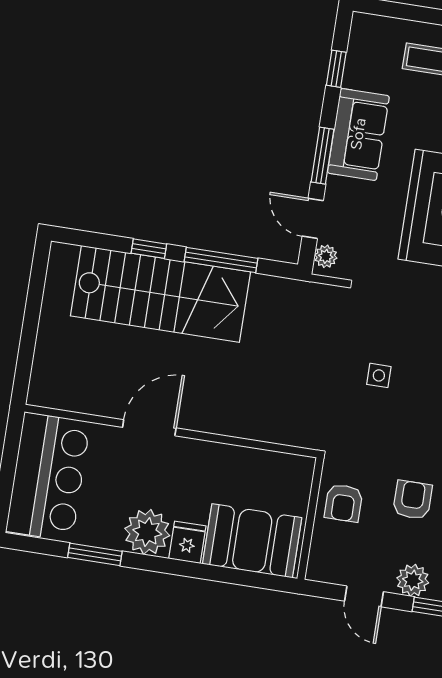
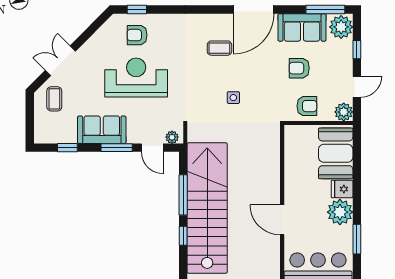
door: (313, 218) -> (152, 148), hinge flipped
stairs: (160, 294) -> (207, 208), width x1.36
plant: (413, 580) -> (344, 112), moved

